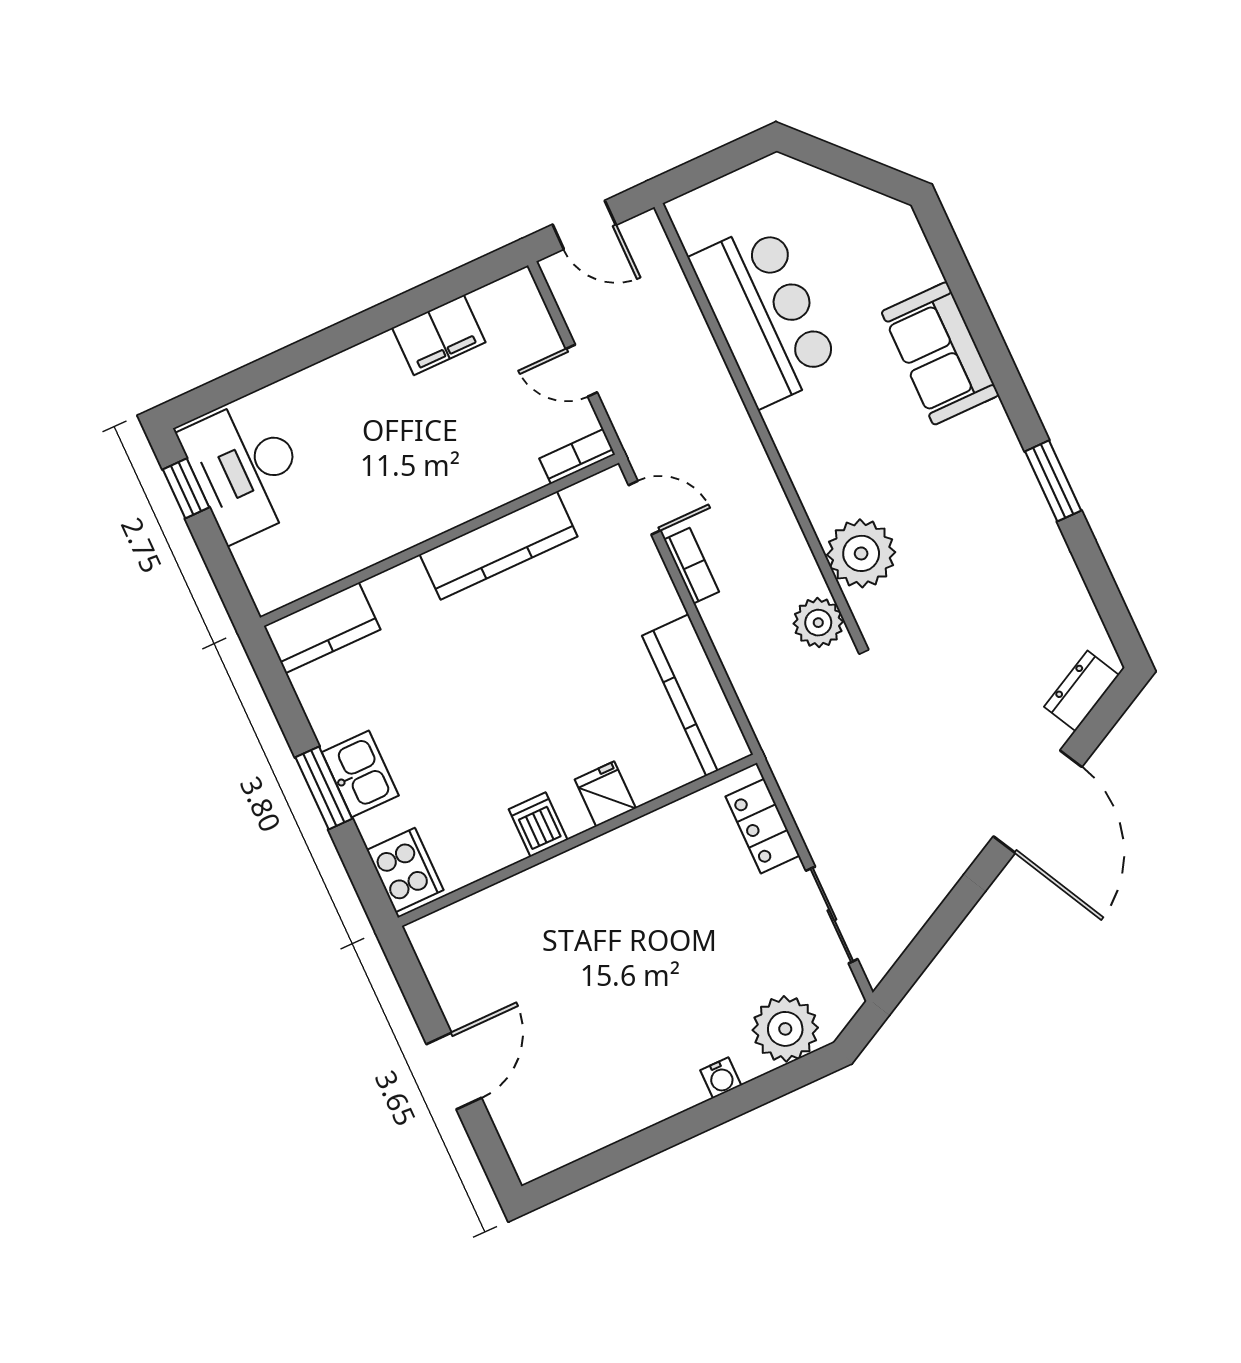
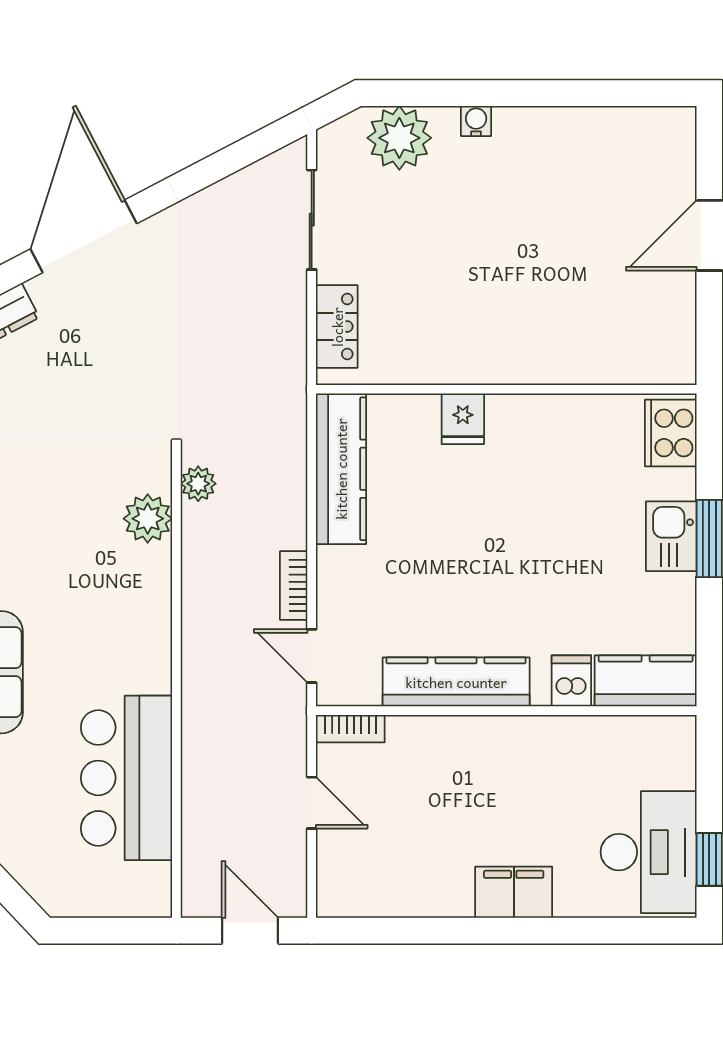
filing cabinet: (439, 335) -> (514, 892), moved
plant: (861, 553) -> (148, 519), width x0.73, depth x0.73
plant: (818, 623) -> (198, 484), width x0.73, depth x0.73
dishwasher: (538, 825) -> (571, 681), moved, turned 180

